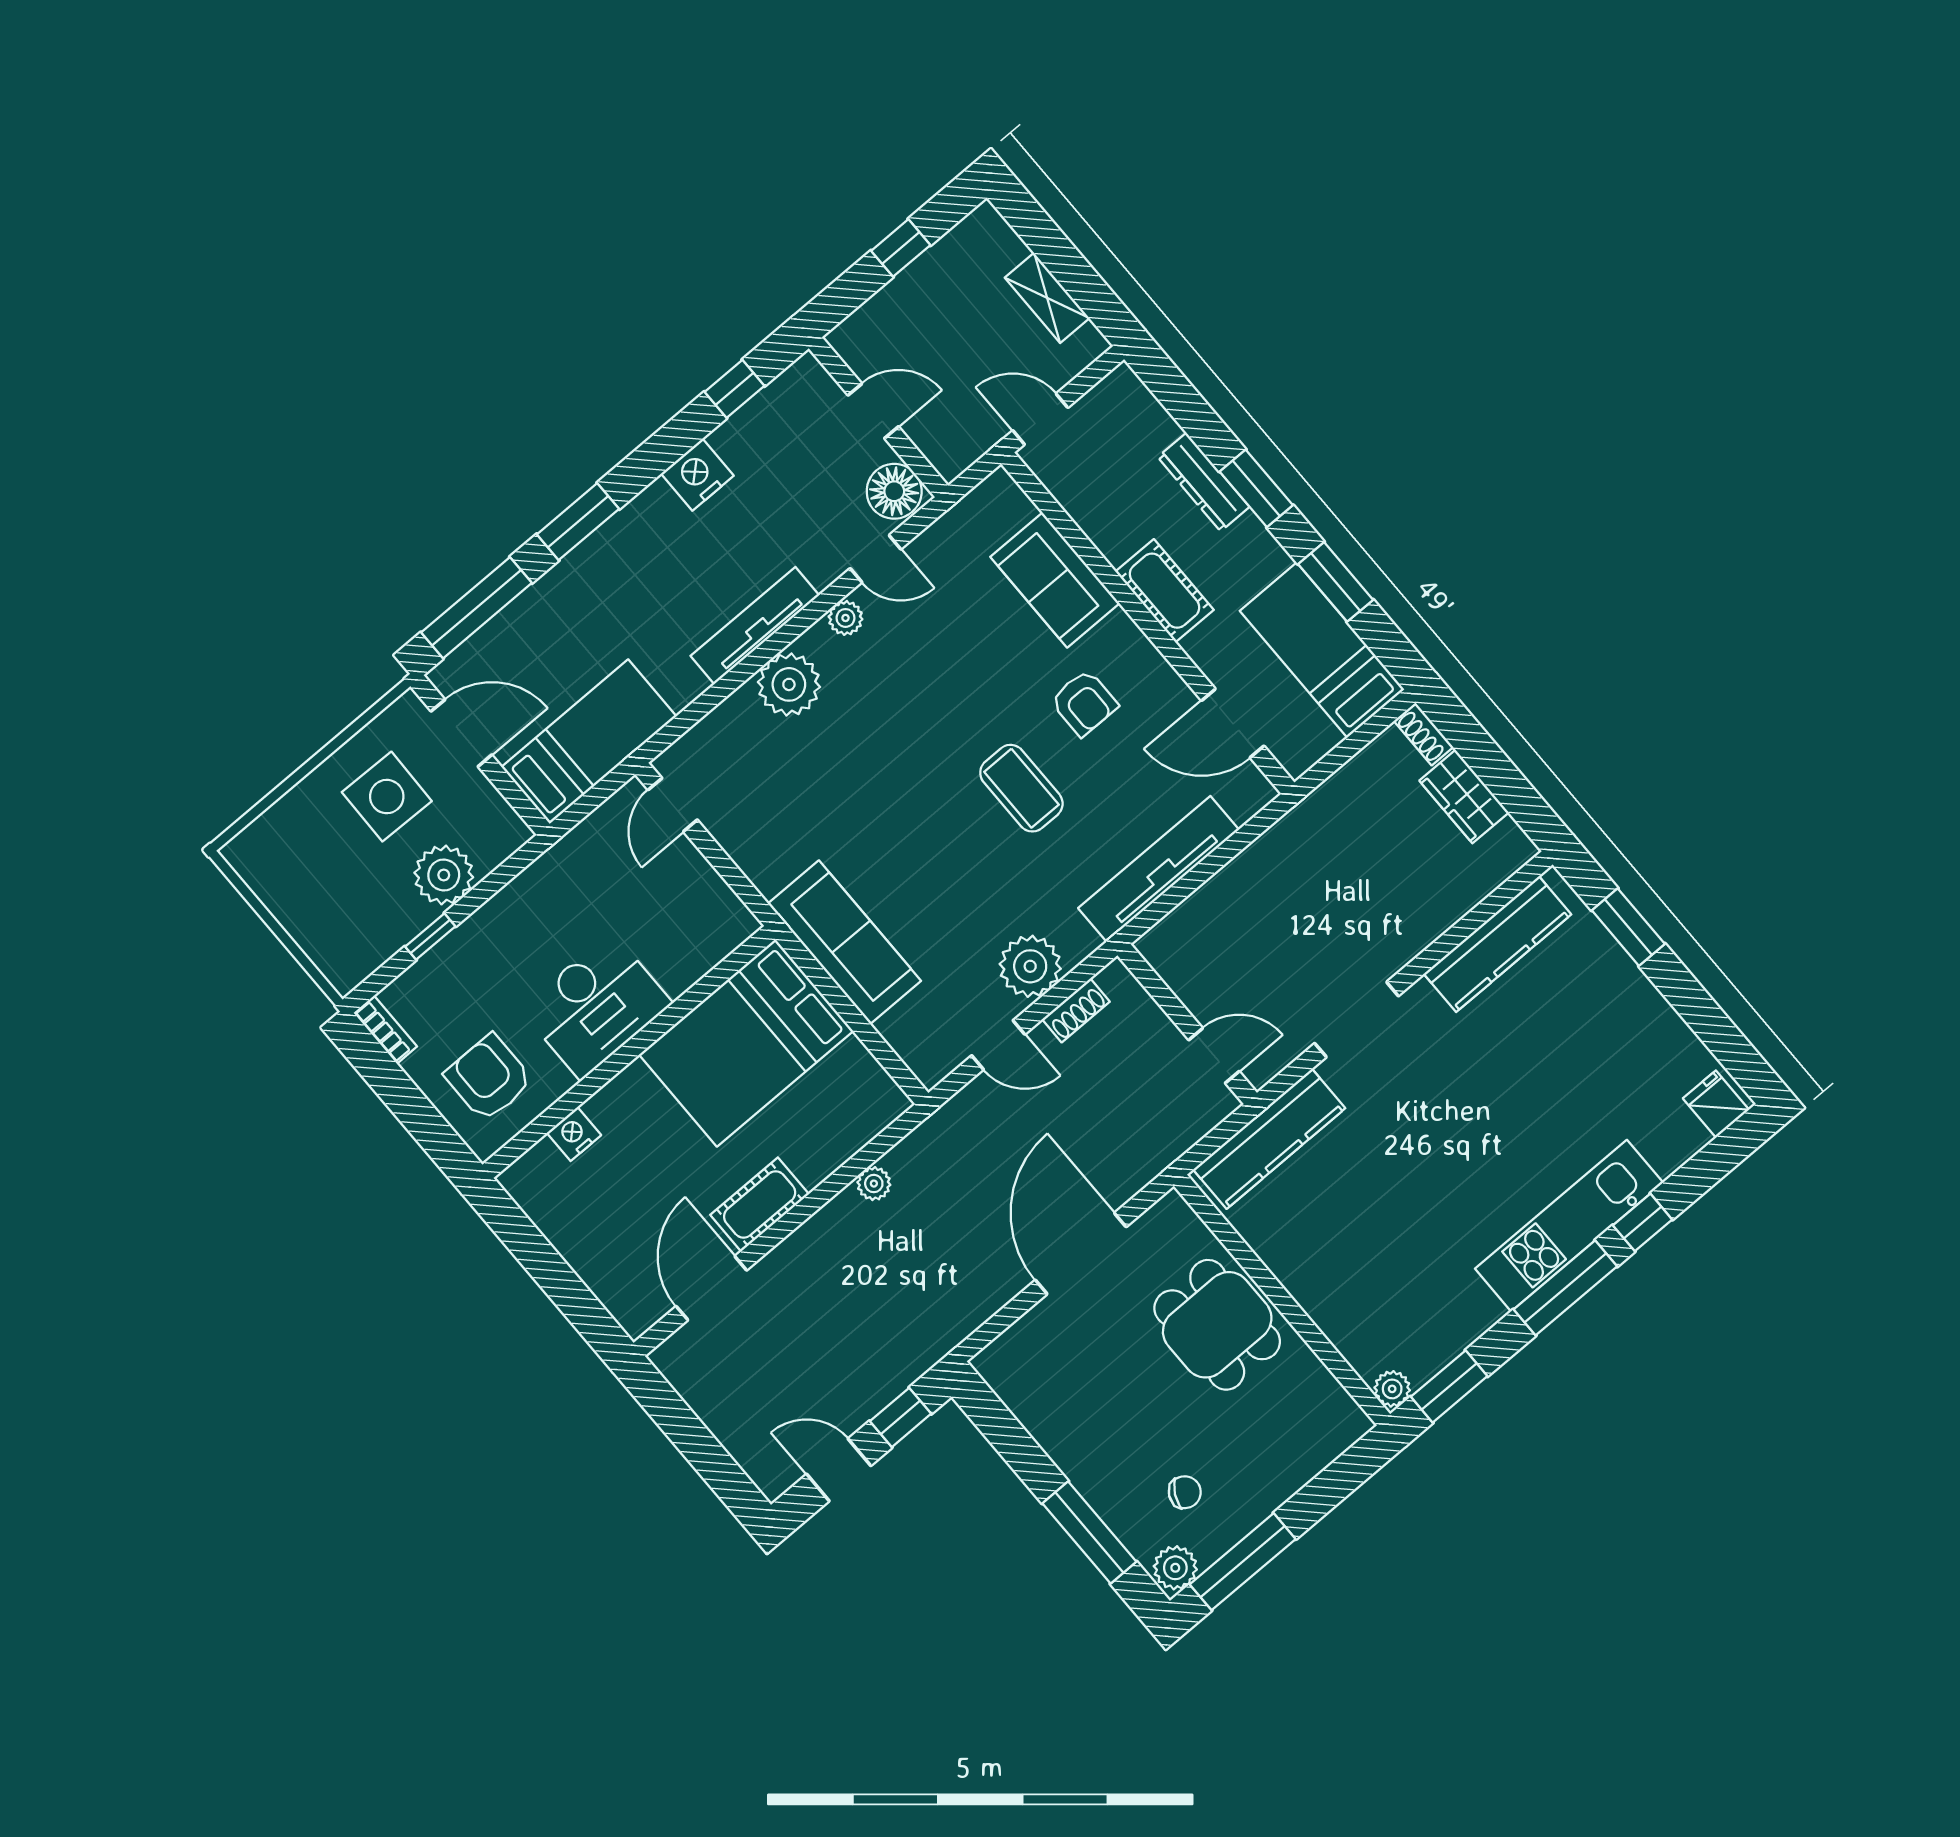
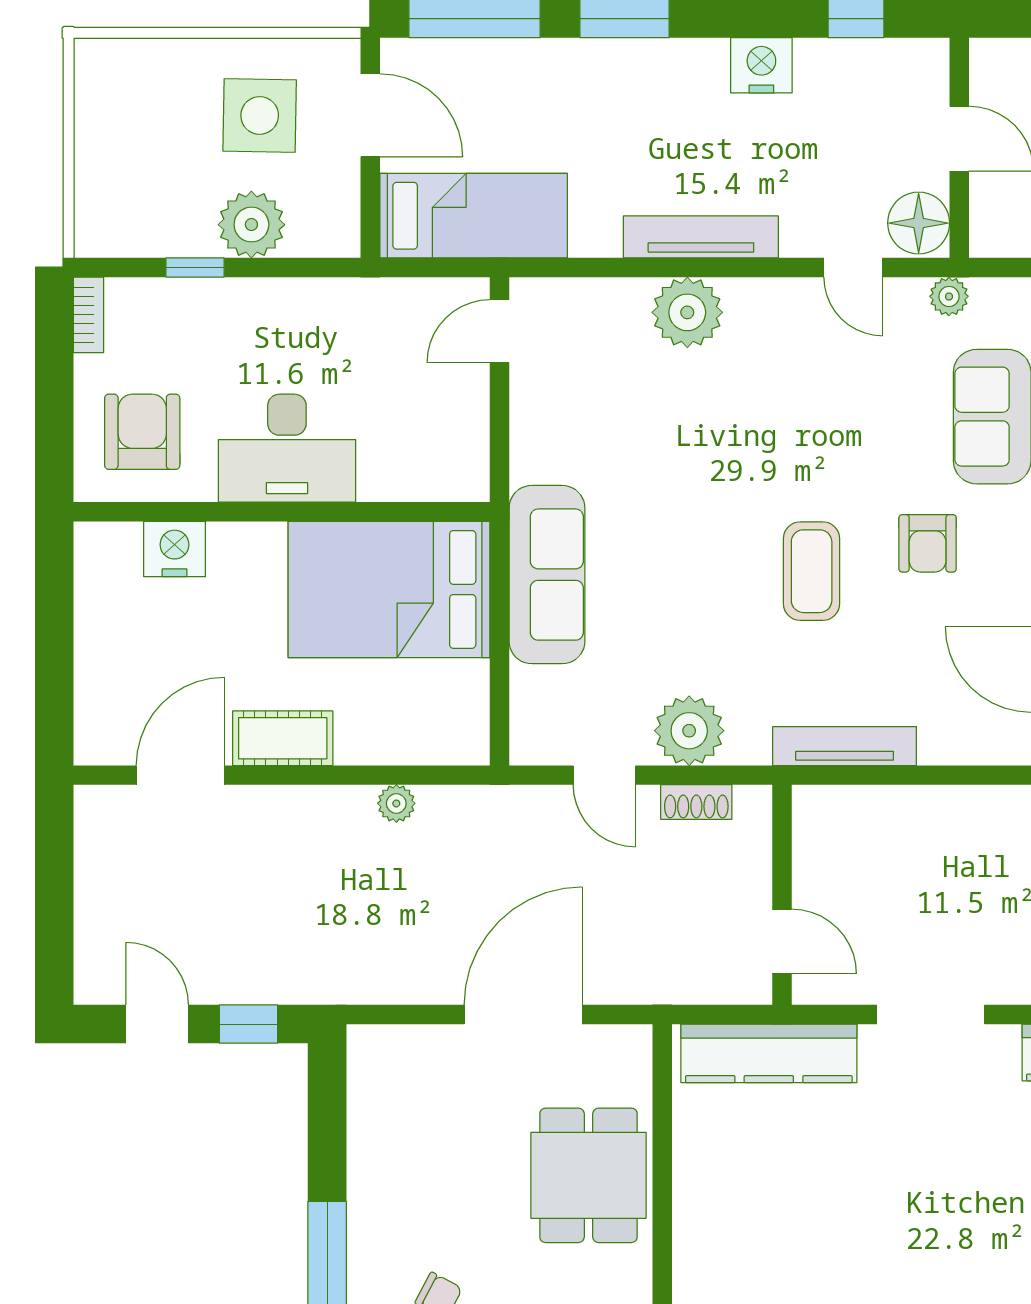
plant: (845, 618) -> (949, 296), moved
tv unit: (1158, 869) -> (845, 746), width x0.73, depth x0.78
nightstand: (574, 1134) -> (175, 549), width x1.36, depth x1.33

